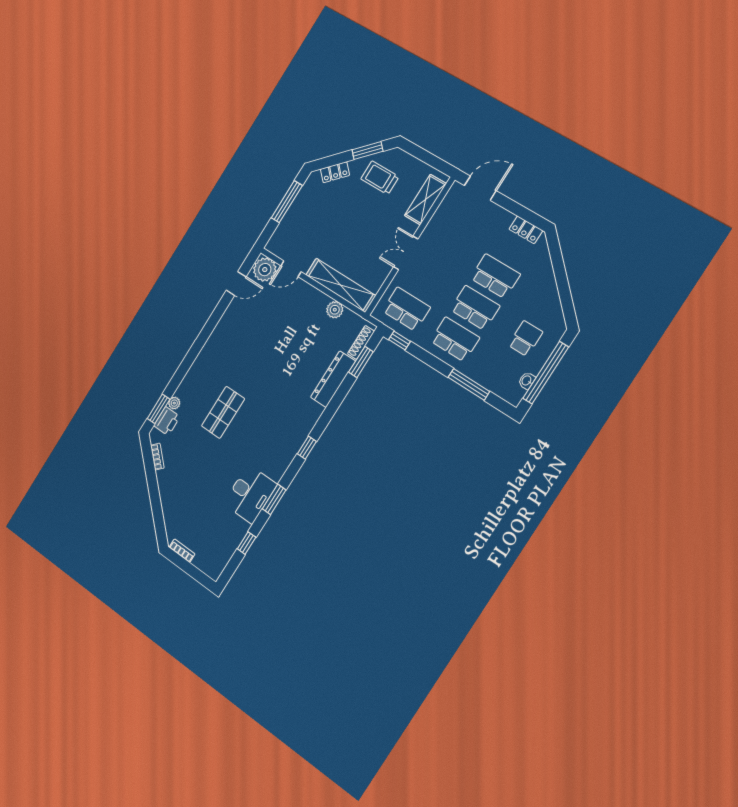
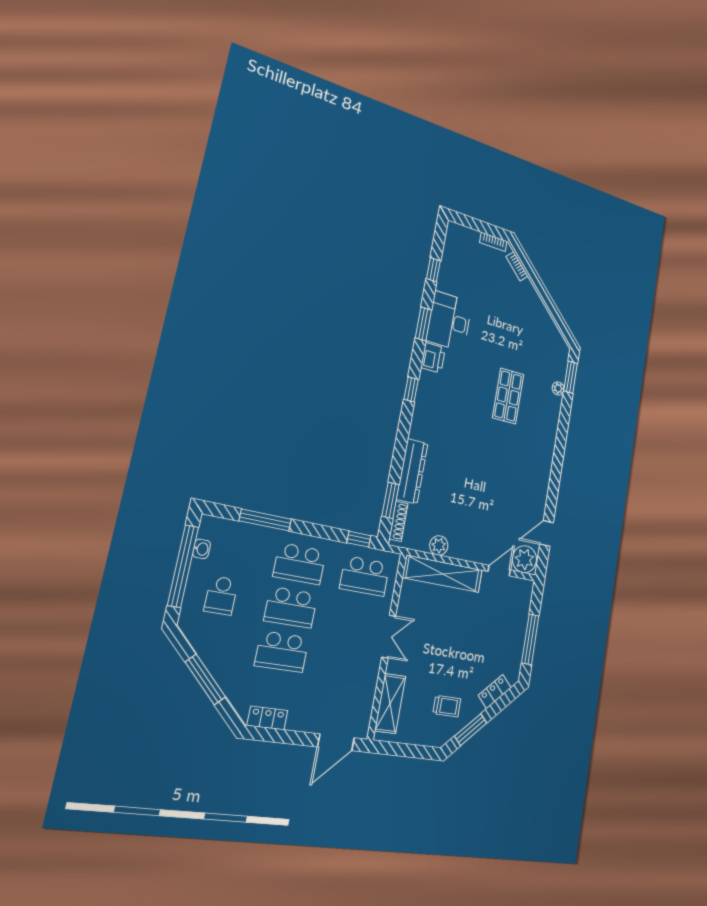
trolley: (380, 178) -> (447, 706), width x0.73, depth x0.72
window: (561, 279) -> (205, 679), added
printer: (167, 421) -> (433, 358), moved, turned 180
bookcase: (157, 457) -> (517, 266), moved

